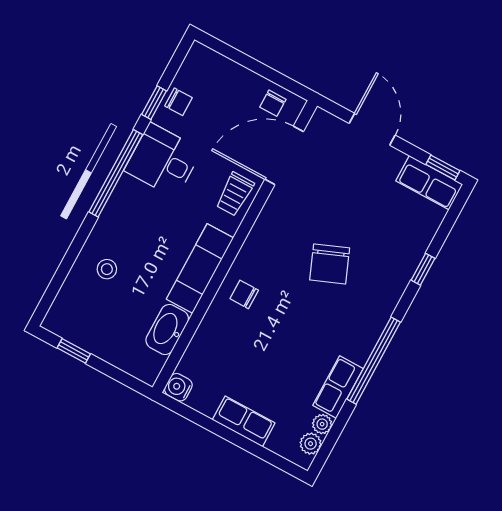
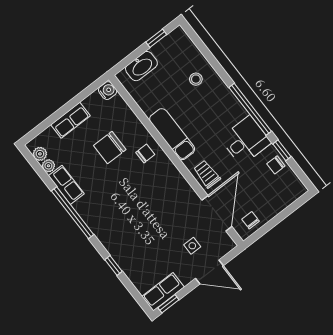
side table: (346, 170) -> (192, 246), added
chair: (330, 264) -> (110, 148), moved, turned -68
washbasin: (167, 330) -> (141, 66), moved, turned 90

